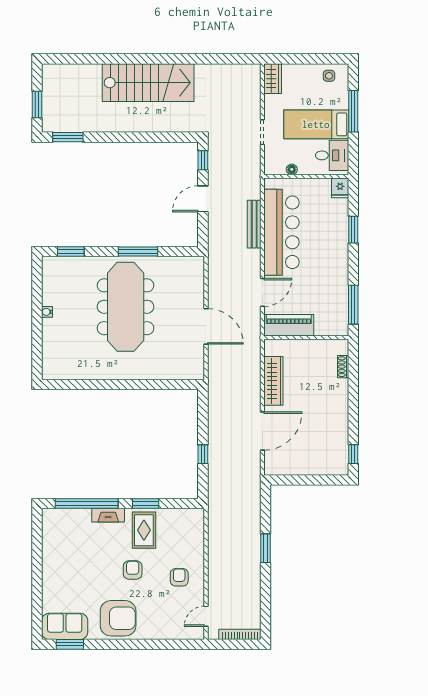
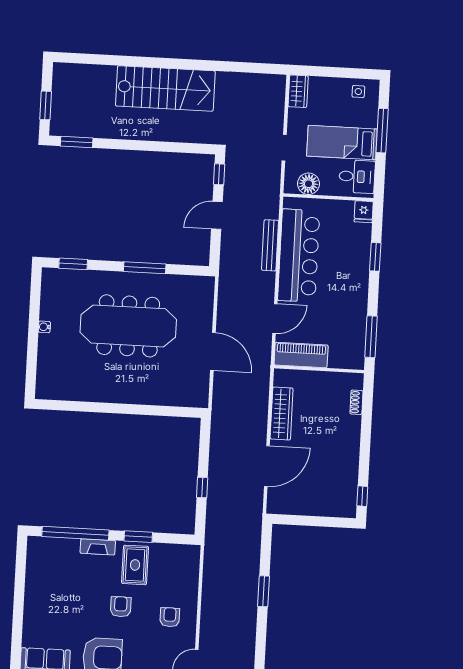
floor lamp: (292, 169) -> (308, 184), width x1.89, depth x1.89
meeting table: (126, 307) -> (128, 326), turned 90

